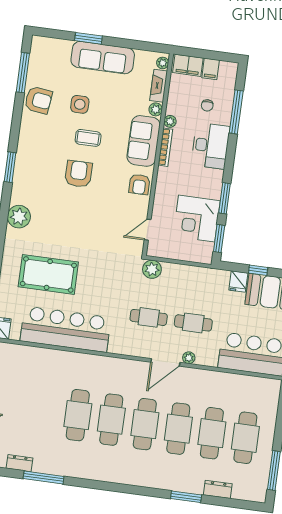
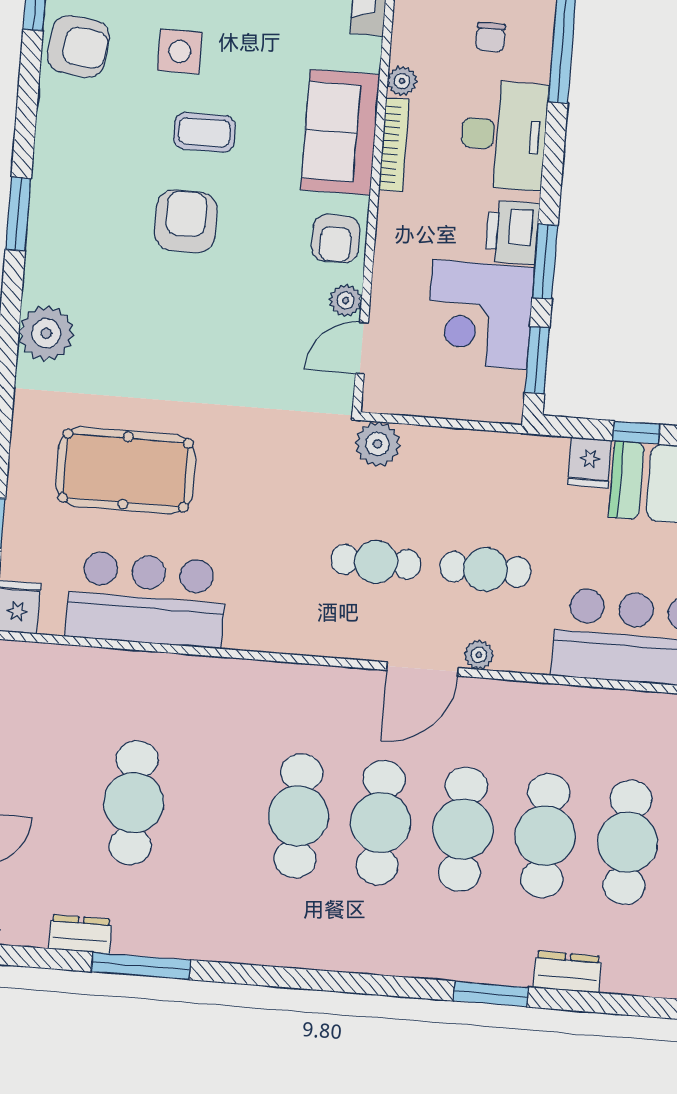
plant: (156, 109) -> (346, 300), moved
printer: (212, 186) -> (512, 232), added
bar counter: (66, 329) -> (146, 599), width x0.73
cafe table: (78, 415) -> (134, 803), moved

